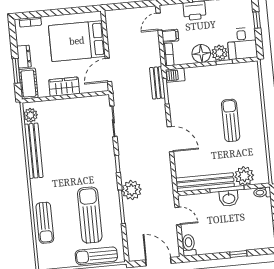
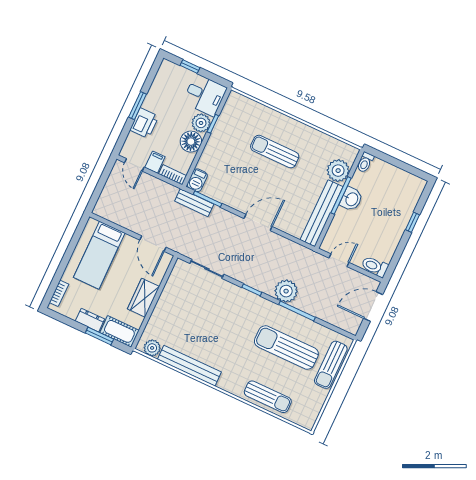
bed: (77, 41) -> (99, 255), width x0.67

